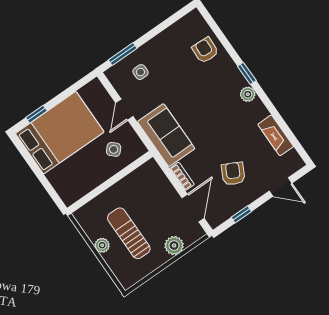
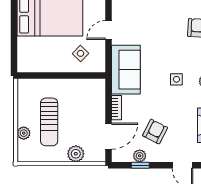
side table: (140, 72) -> (176, 79), moved
plant: (235, 206) -> (140, 156), added
sun lounger: (129, 233) -> (49, 122), turned 180
plant: (102, 245) -> (24, 133), moved

